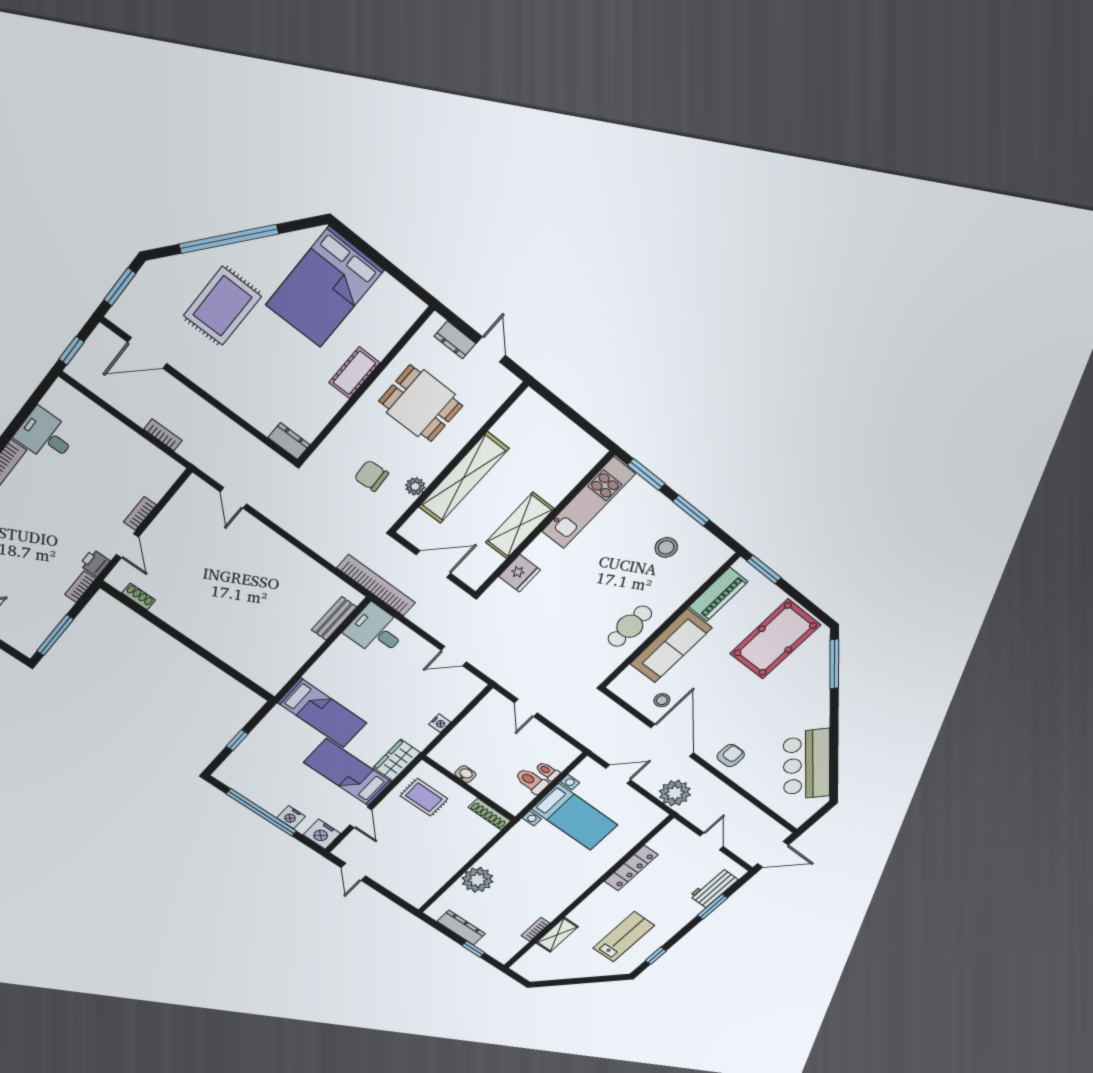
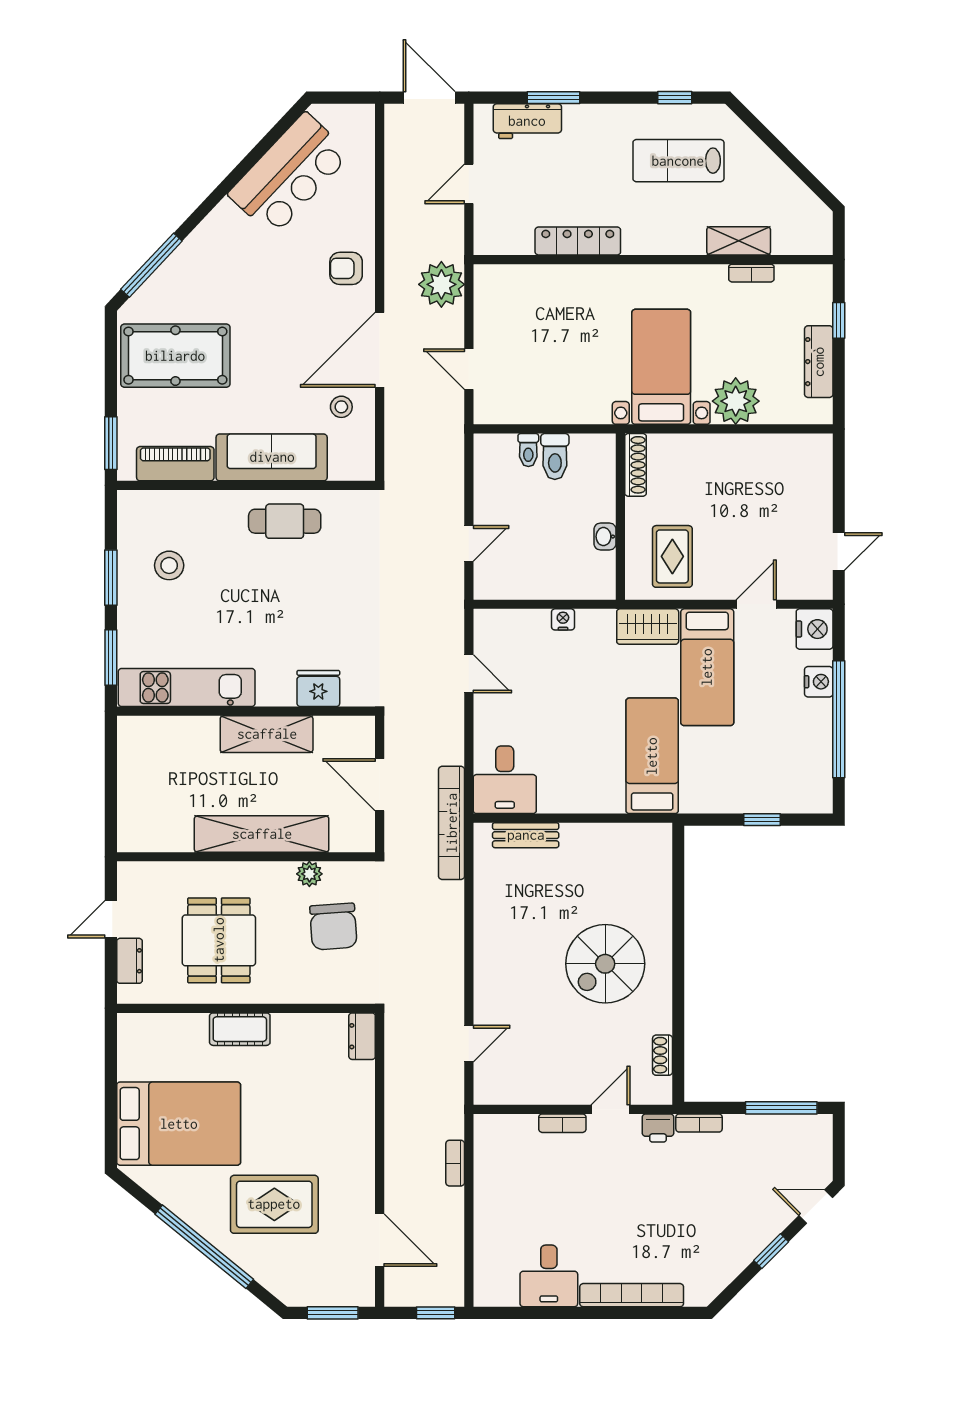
chair: (371, 476) -> (333, 926), width x1.37, depth x1.37
spiral stairs: (220, 605) -> (605, 964), added
bed with nightstands: (575, 817) -> (661, 367), moved

